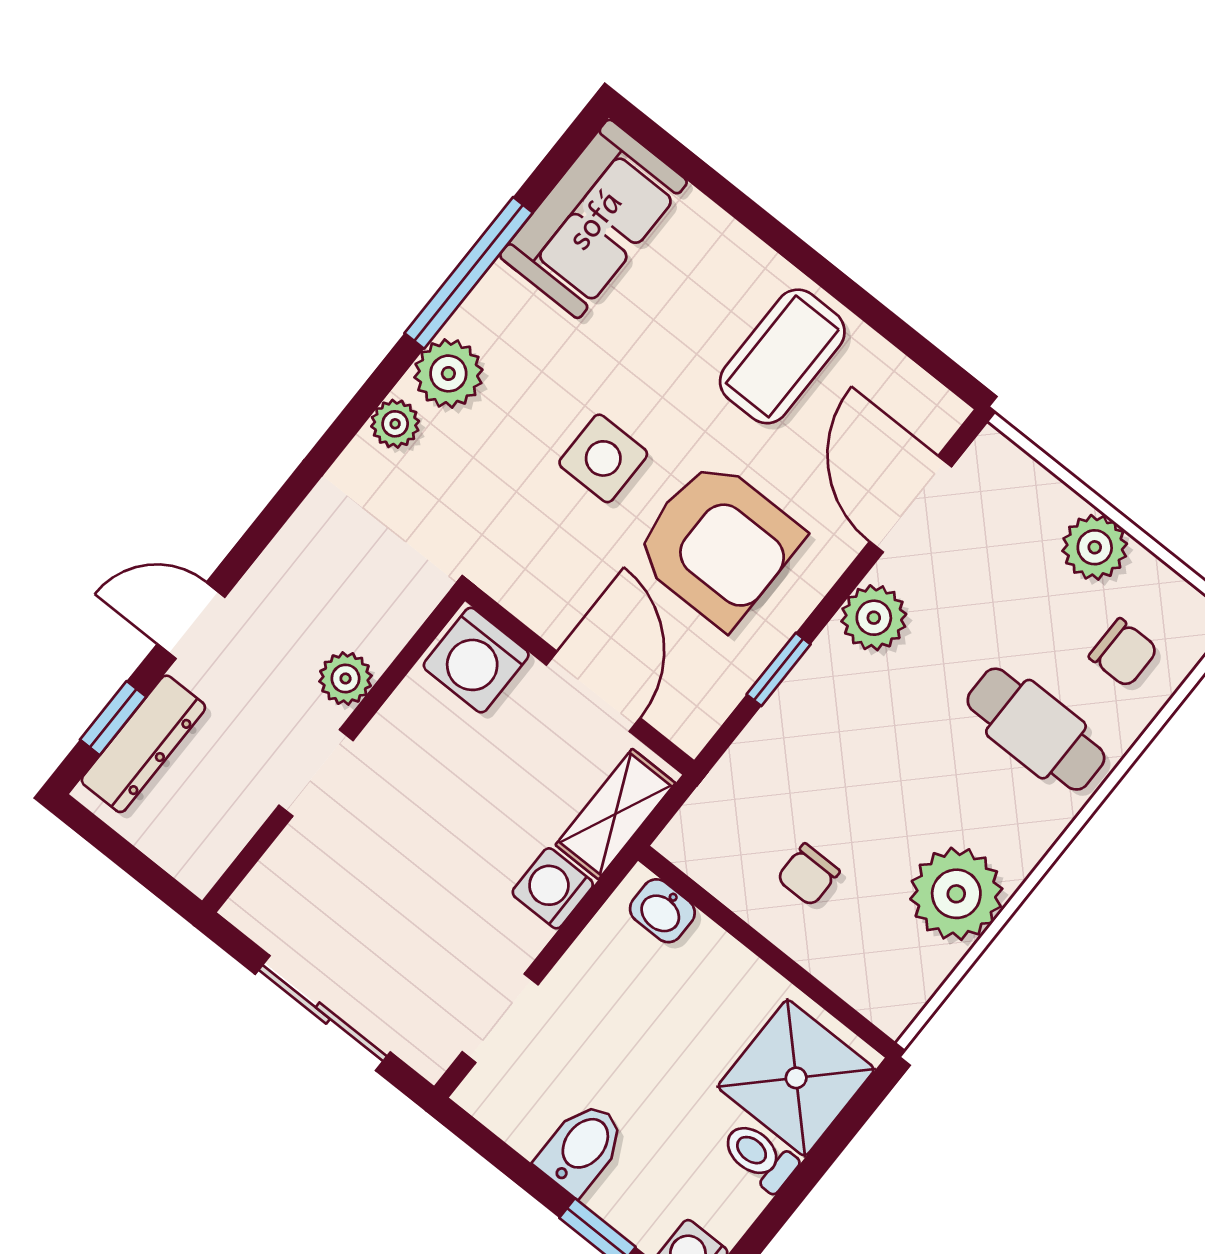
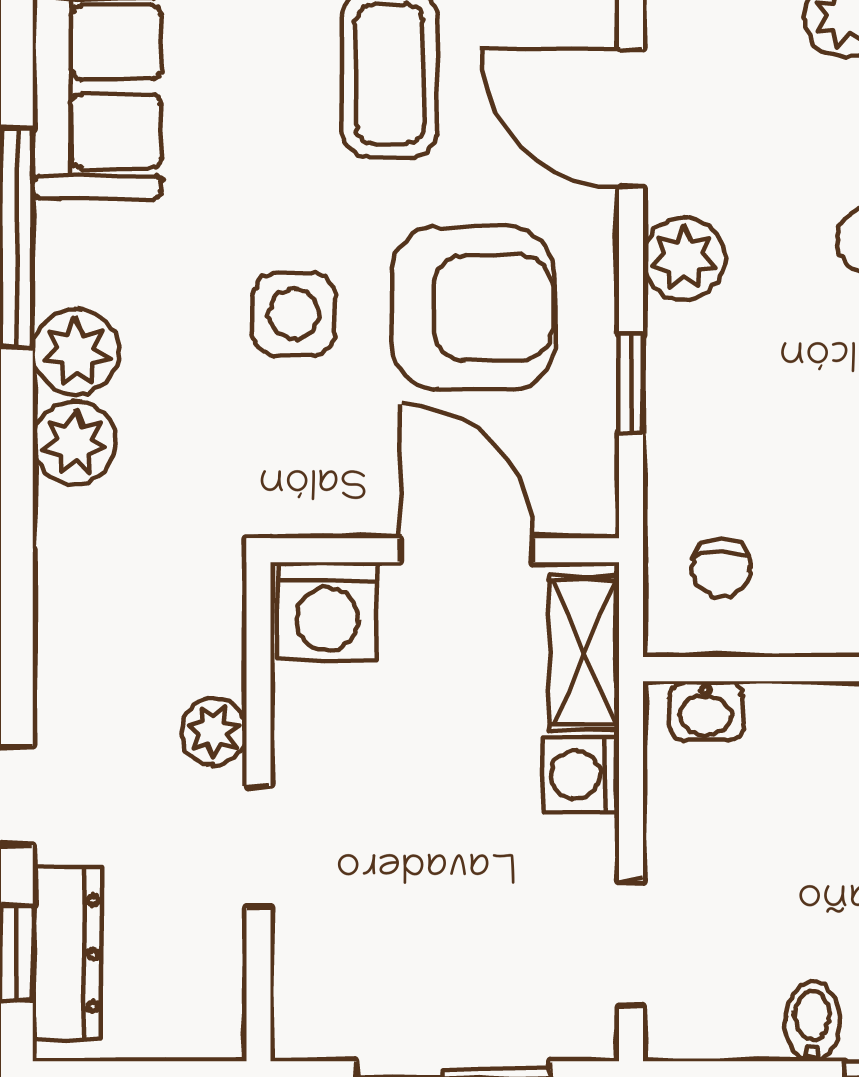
plant: (395, 424) -> (74, 443), width x1.38, depth x1.38
chair: (808, 875) -> (721, 569), moved
bidet: (582, 1148) -> (812, 1021), width x0.72, depth x0.74

